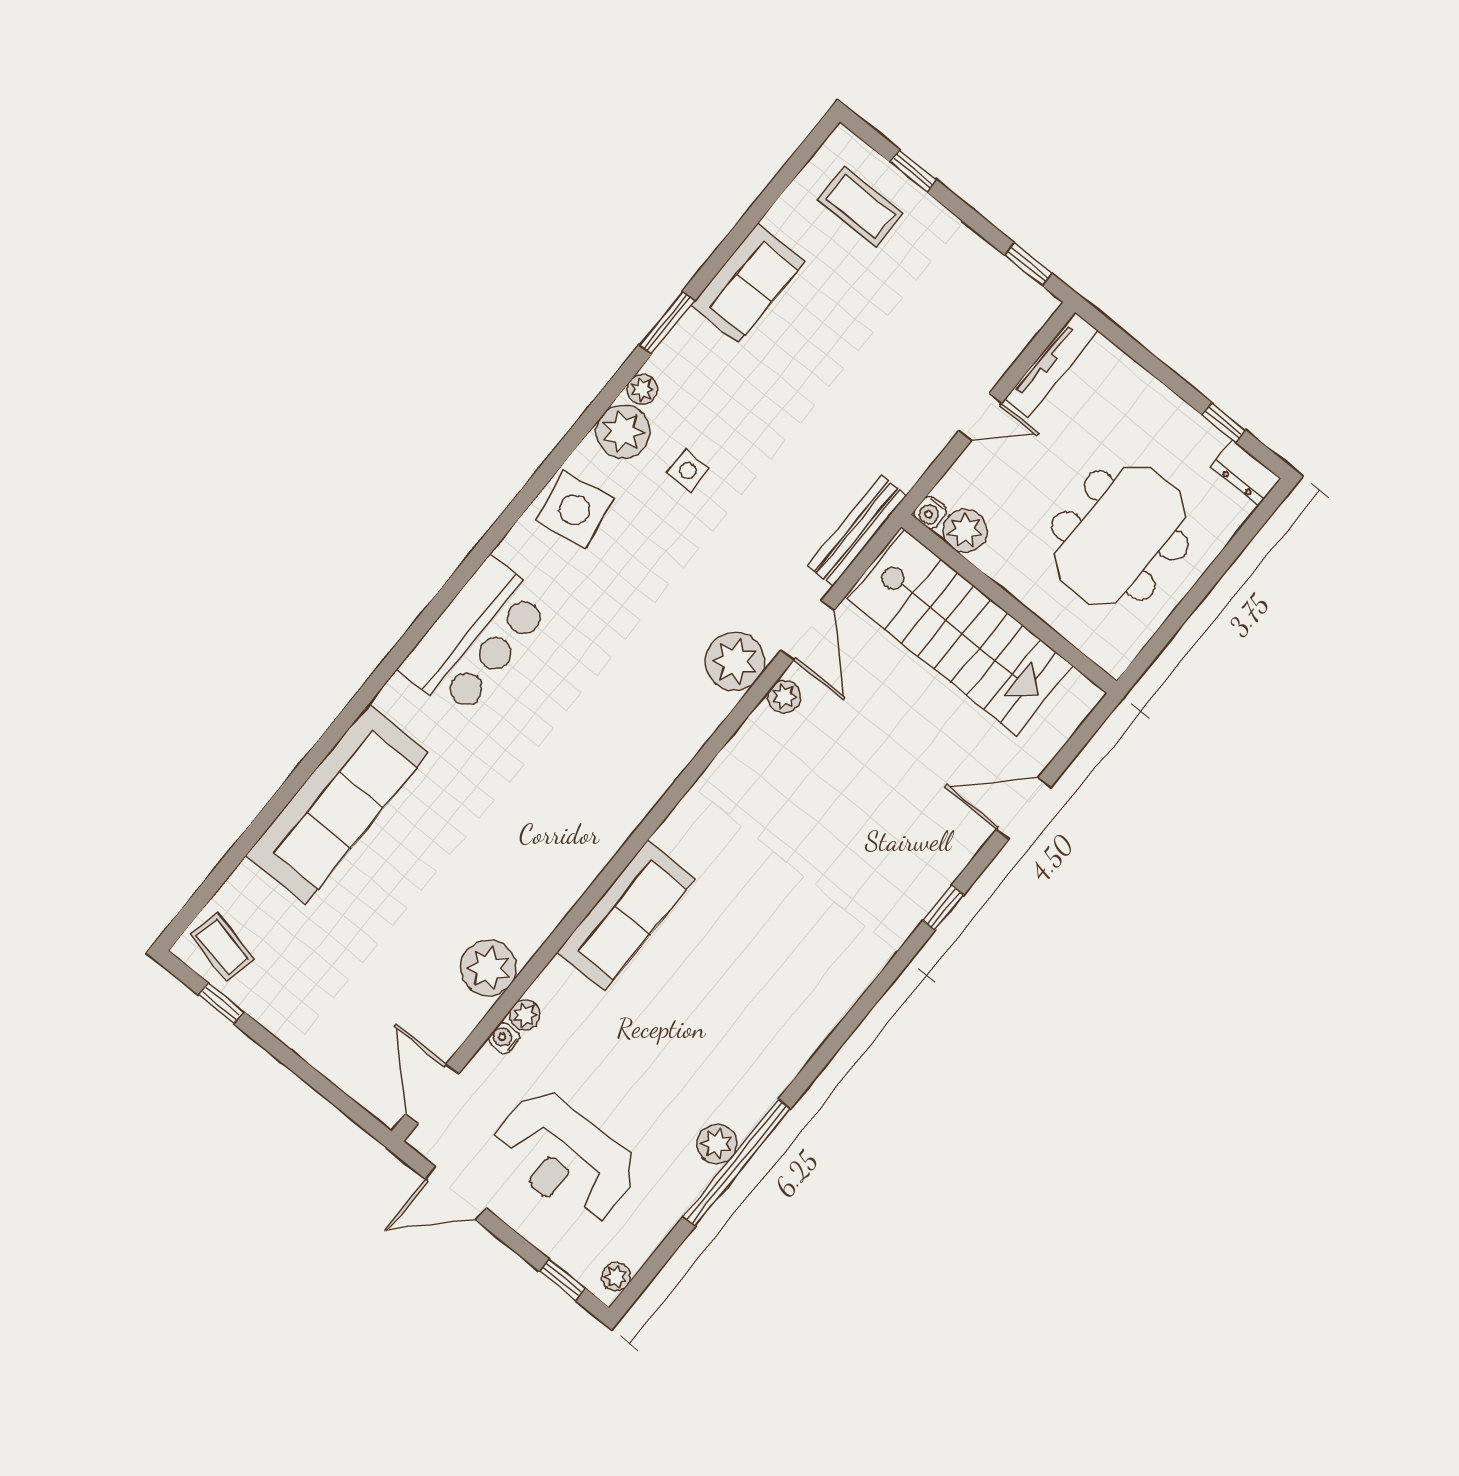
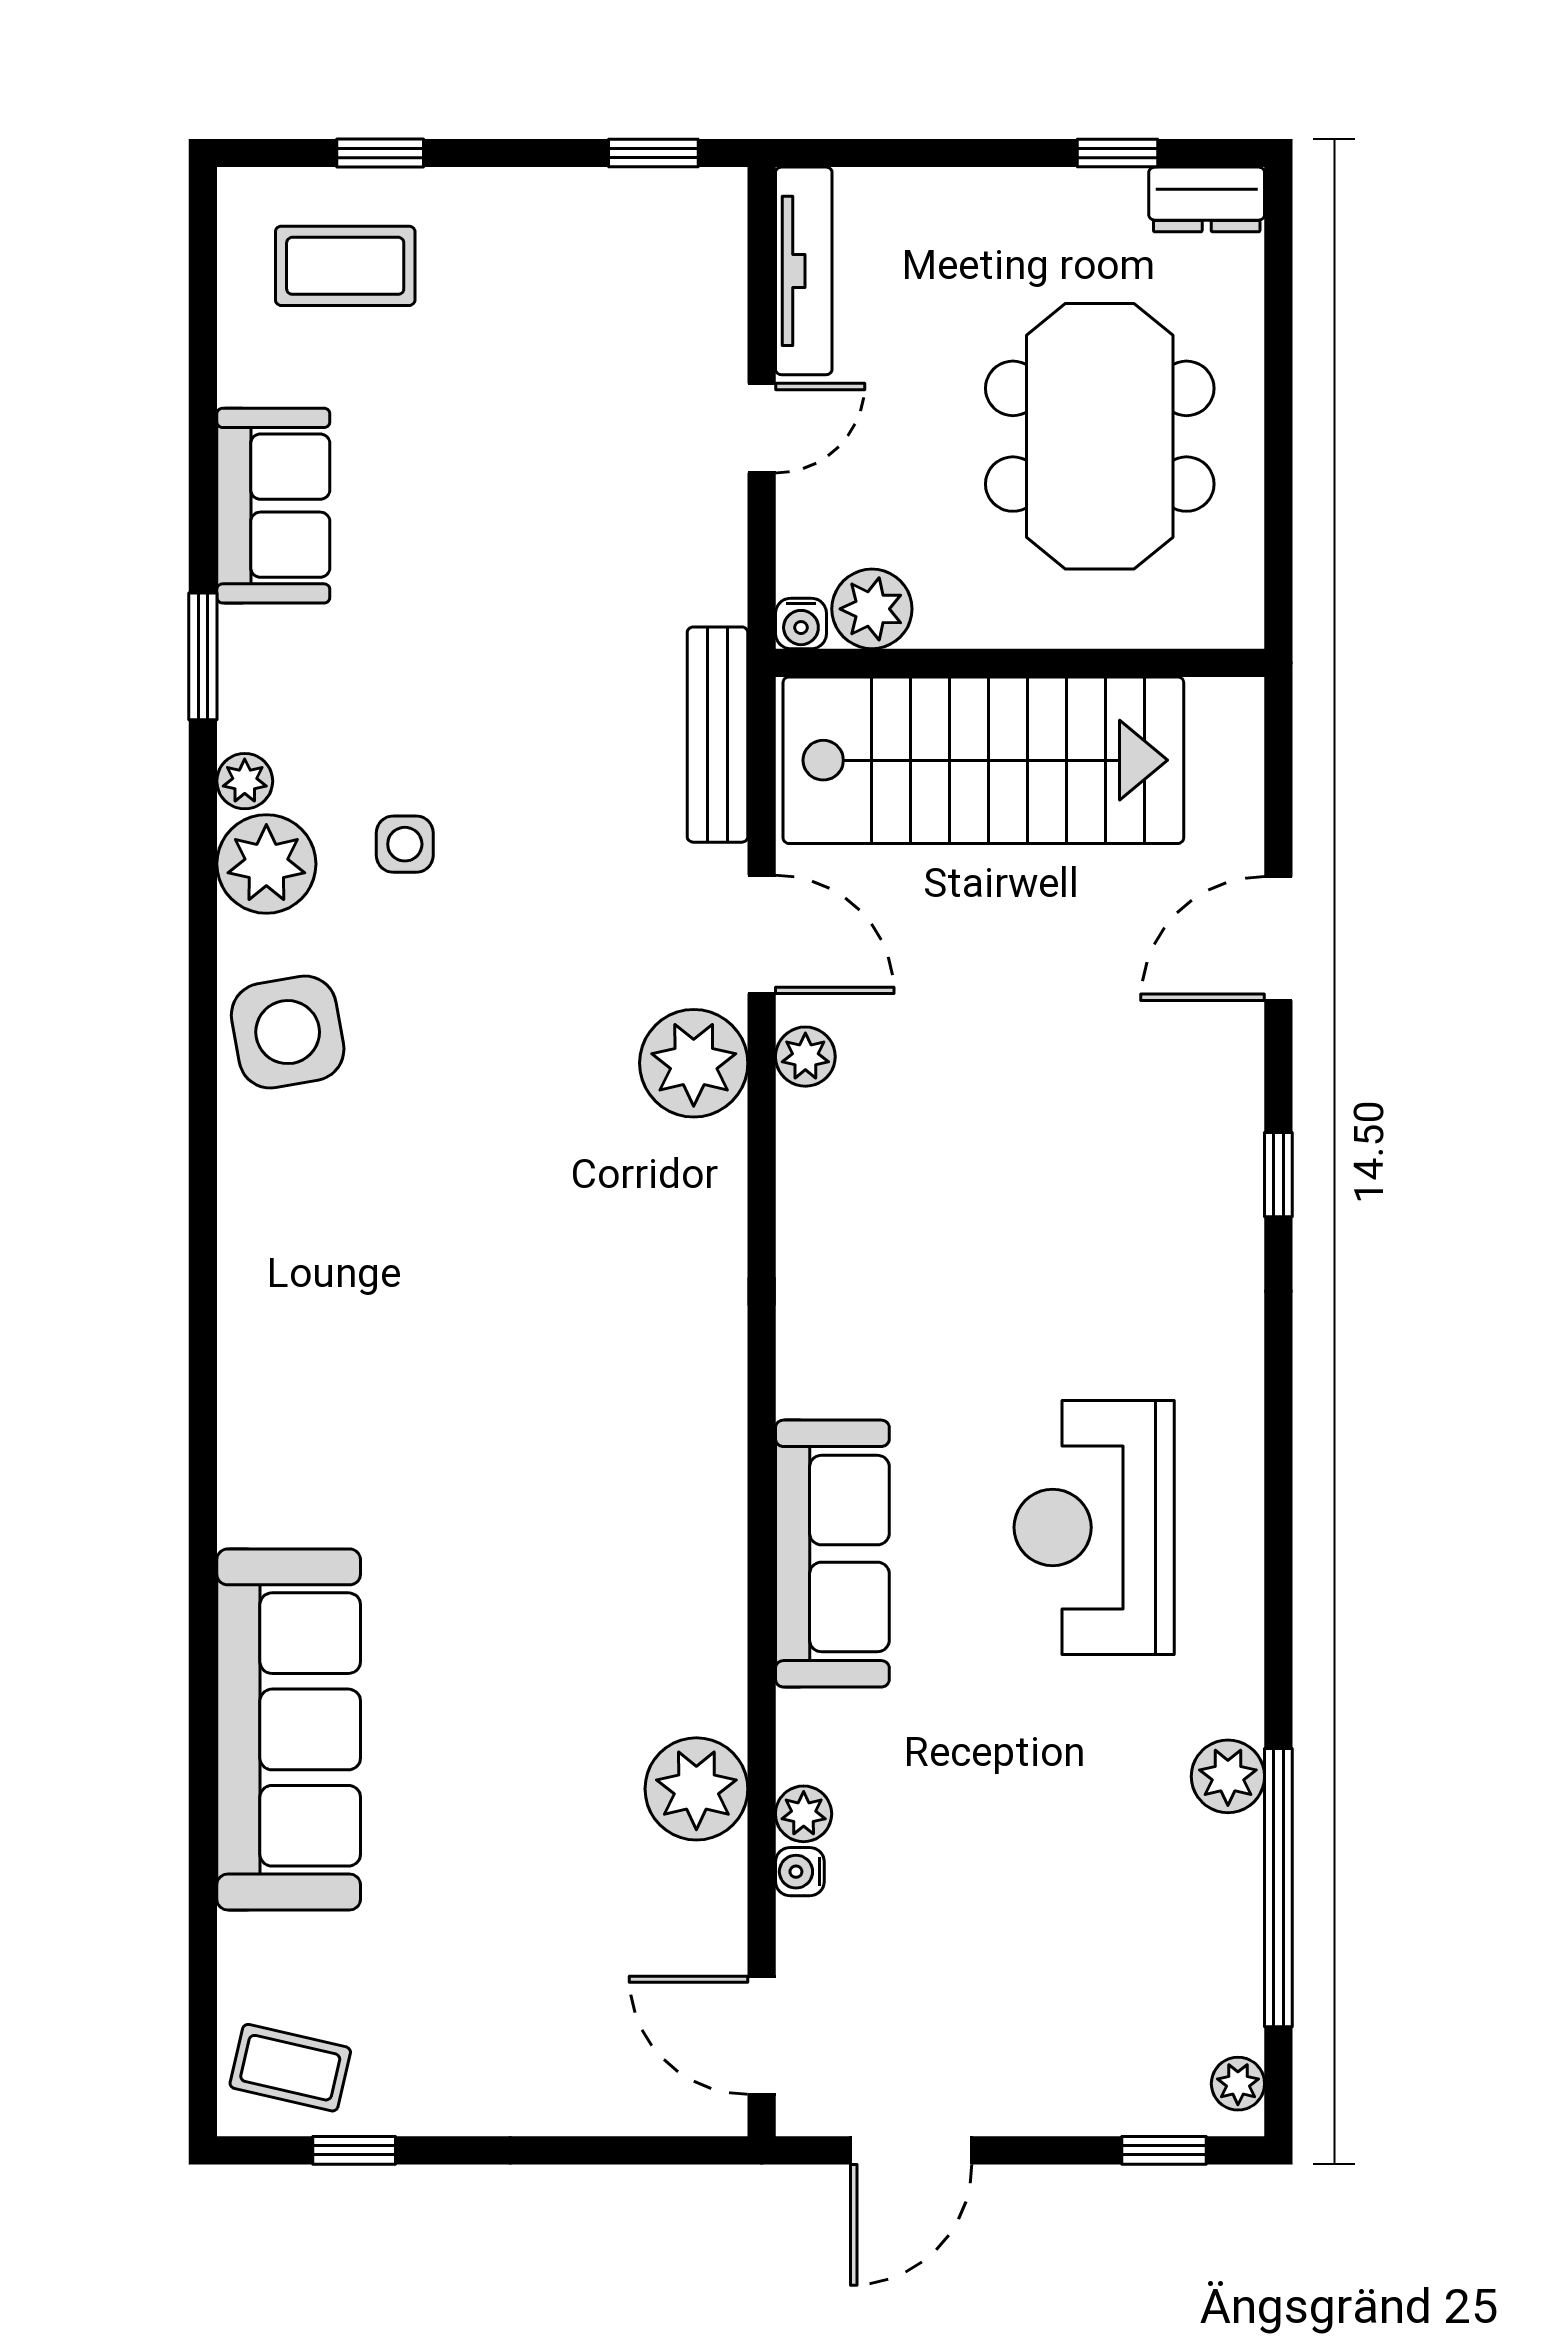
bar counter: (475, 637) -> (293, 1330), removed
reception desk: (565, 1157) -> (1094, 1527), moved, turned 90
window: (737, 1163) -> (1278, 1888), moved

